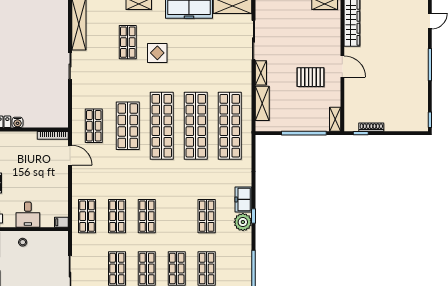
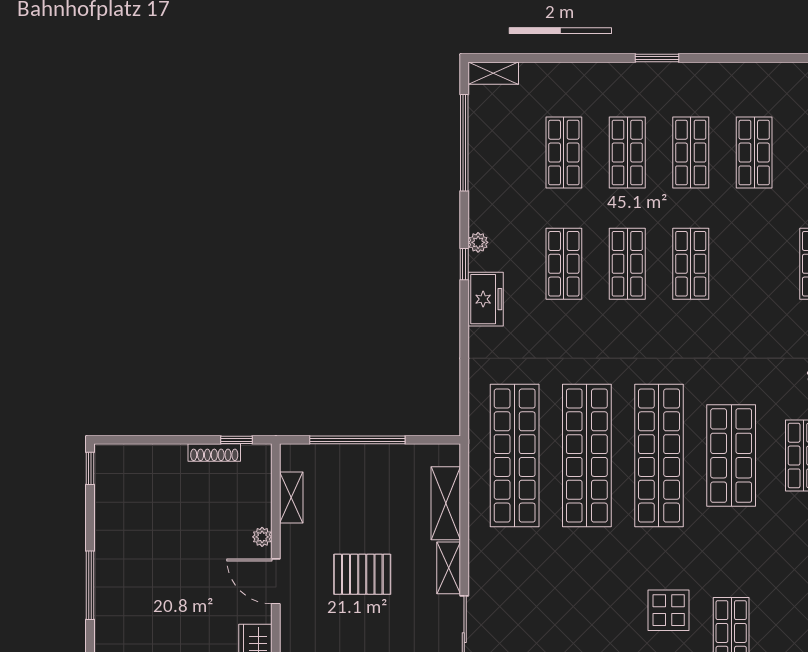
pallet: (311, 77) -> (362, 574), moved
plant: (349, 87) -> (262, 537), added
shelving: (335, 119) -> (291, 497), moved
shop shelf: (117, 216) -> (627, 264), moved
plant: (243, 222) -> (478, 242), width x0.53, depth x0.53

